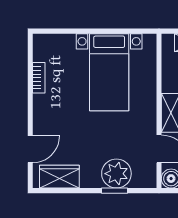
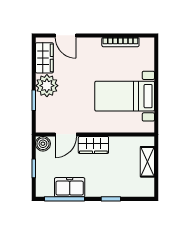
bookcase: (39, 78) -> (120, 42), width x1.56
plant: (116, 174) -> (47, 86), moved

